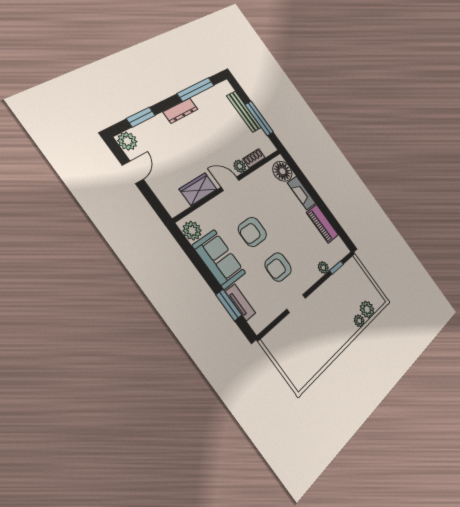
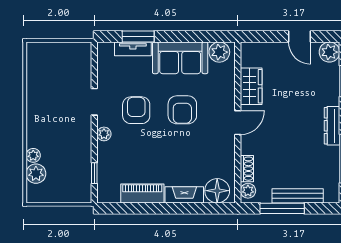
plant: (240, 166) -> (248, 191), moved
armchair: (252, 232) -> (182, 110), turned 180
plant: (323, 268) -> (104, 134), moved

